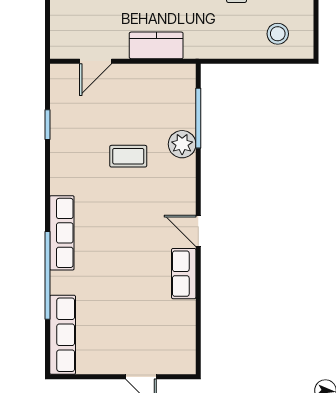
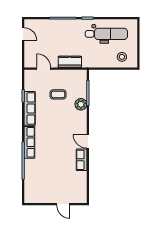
door: (96, 61) -> (44, 69), swing flipped
coffee table: (128, 156) -> (58, 94), moved
row of seats: (63, 335) -> (30, 108), moved

